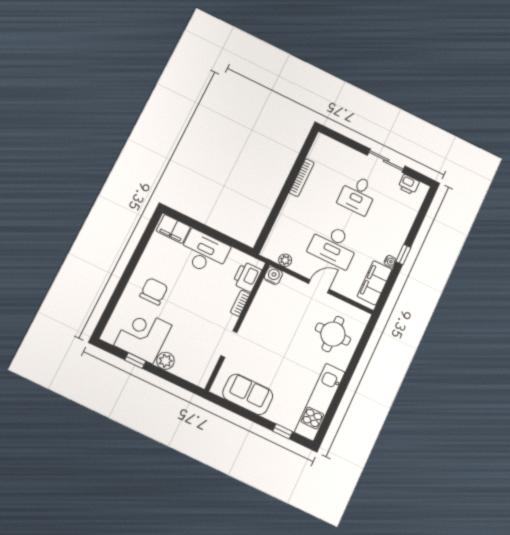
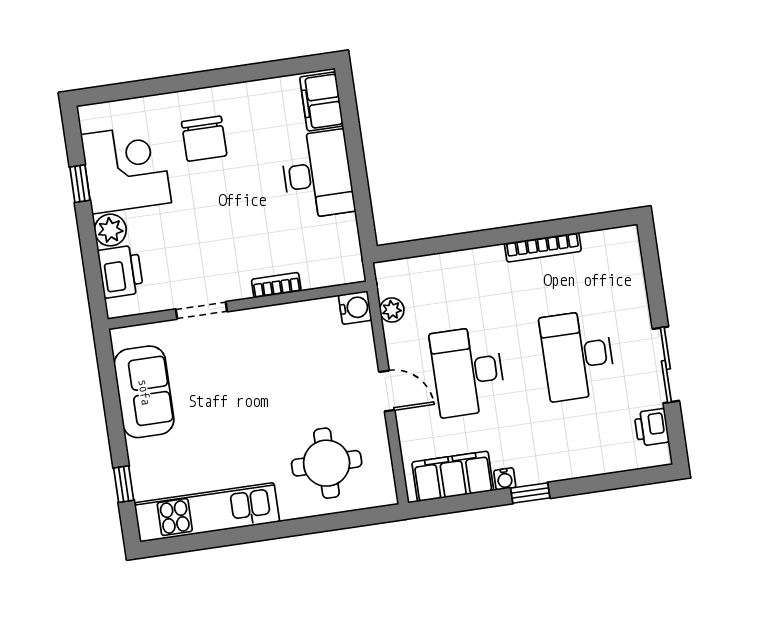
desk: (358, 195) -> (578, 355), width x1.37
printer: (247, 277) -> (121, 272), moved, turned 90
chair: (154, 291) -> (204, 139), turned 90

